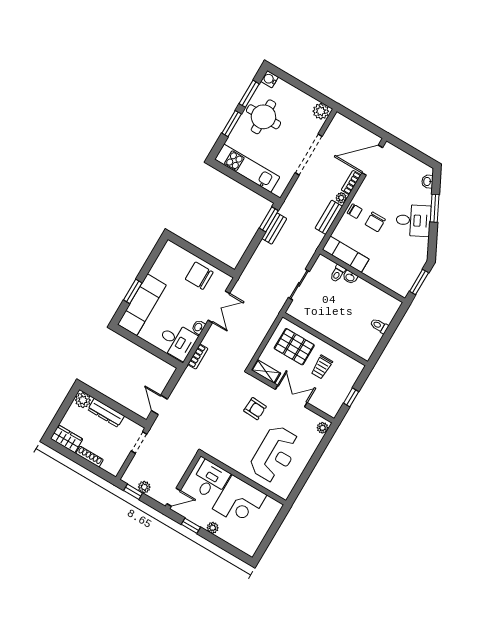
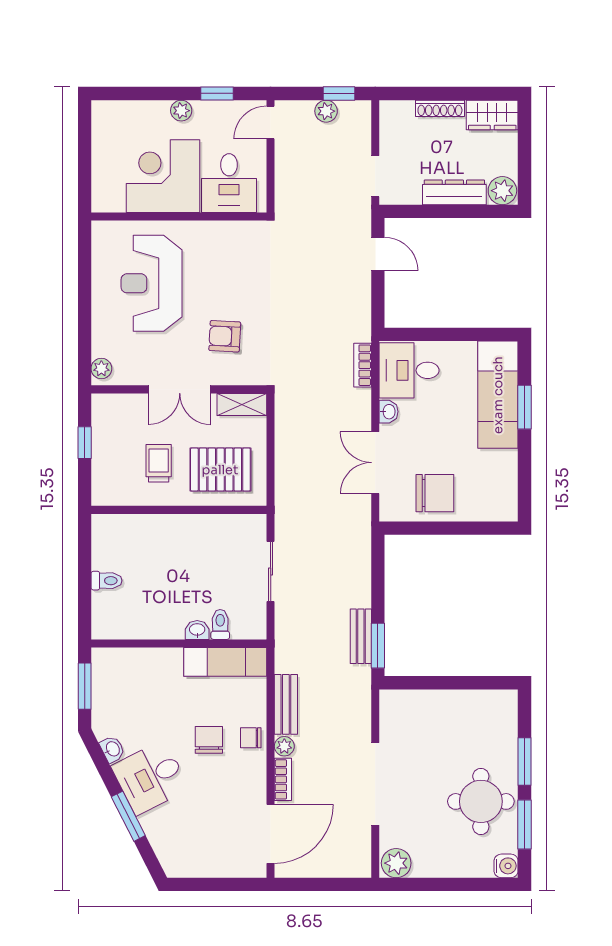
kitchen unit: (247, 168) -> (459, 706), removed
washbasin: (427, 181) -> (112, 749), moved

